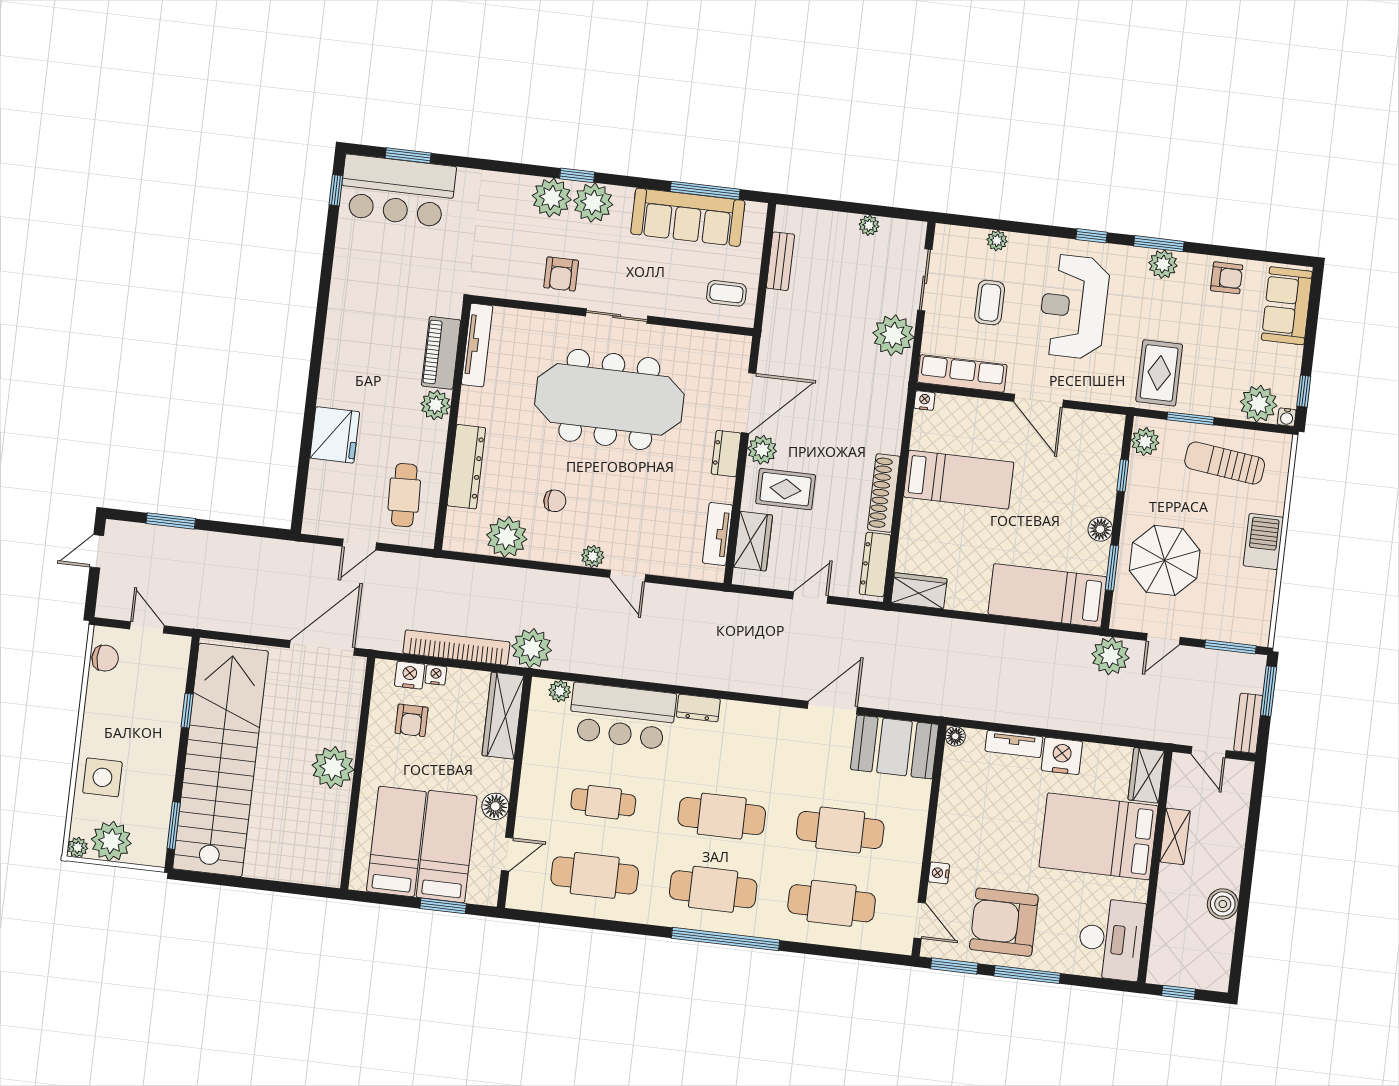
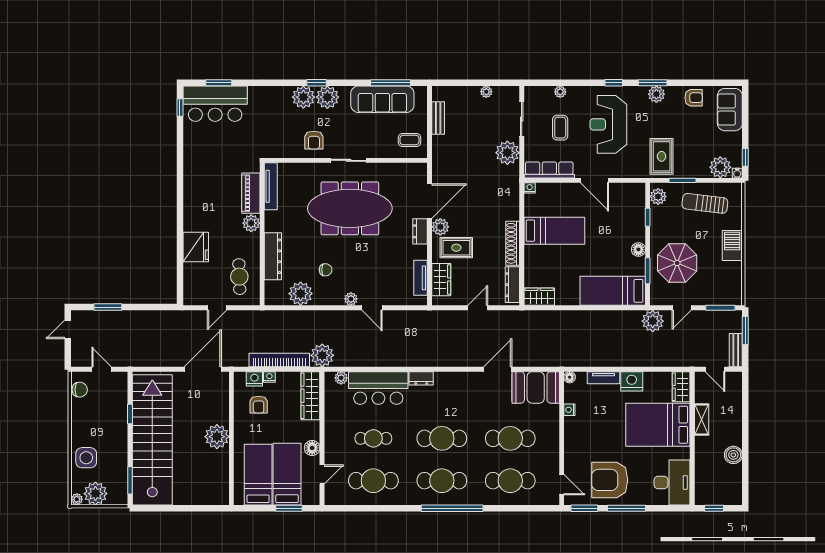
nightstand: (939, 873) -> (569, 410), moved

